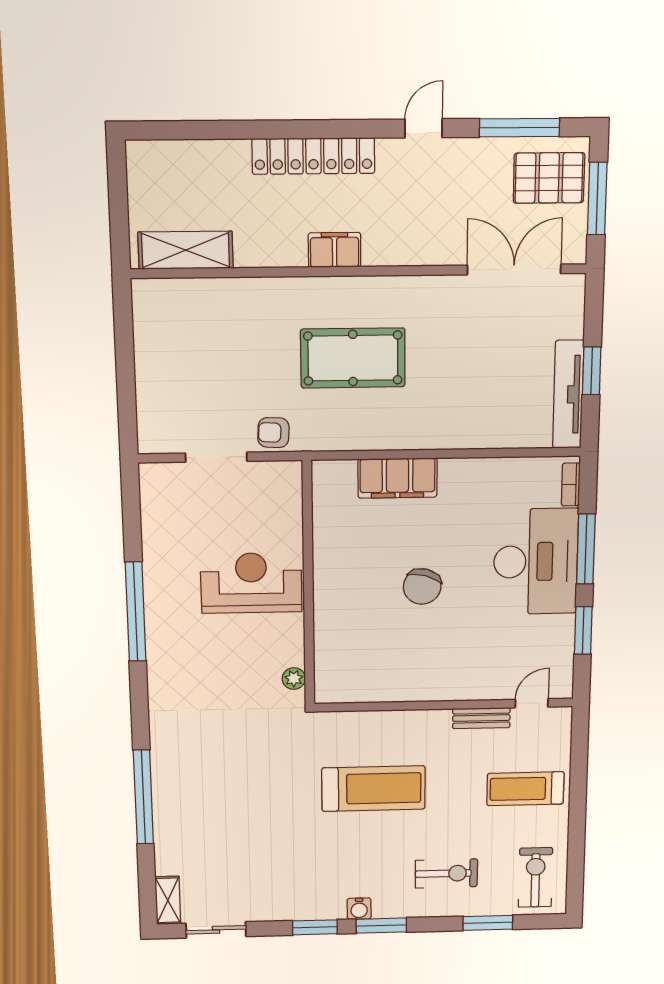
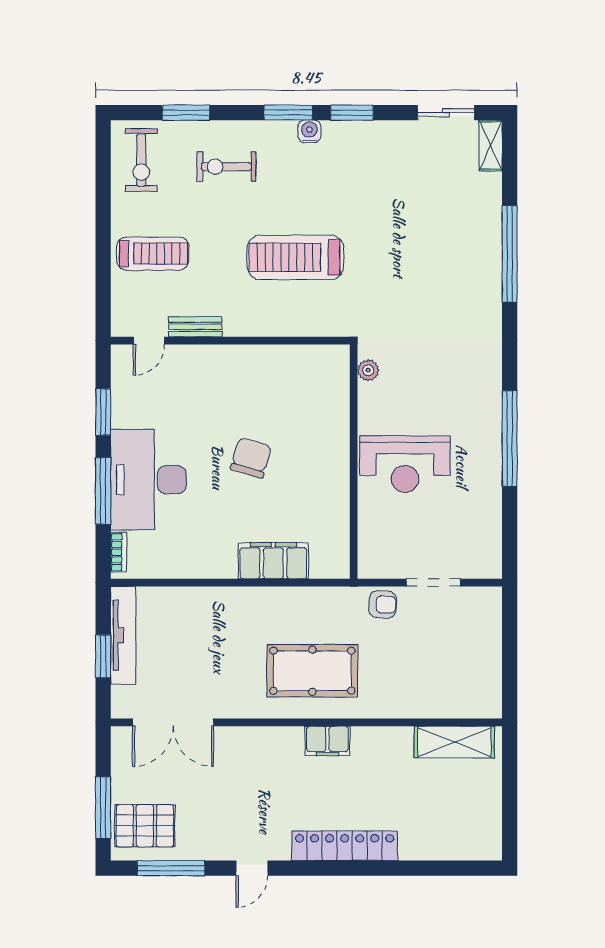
shelving: (186, 250) -> (454, 742), moved
filing cabinet: (335, 250) -> (328, 741), moved
double door: (514, 269) -> (173, 722), moved
wall: (359, 271) -> (306, 722), moved

